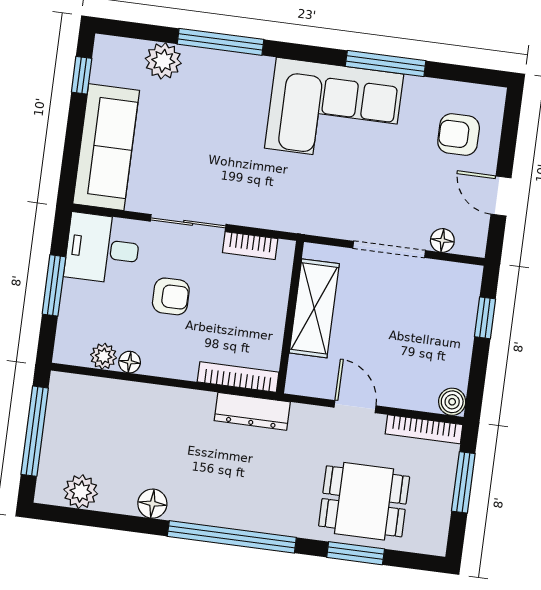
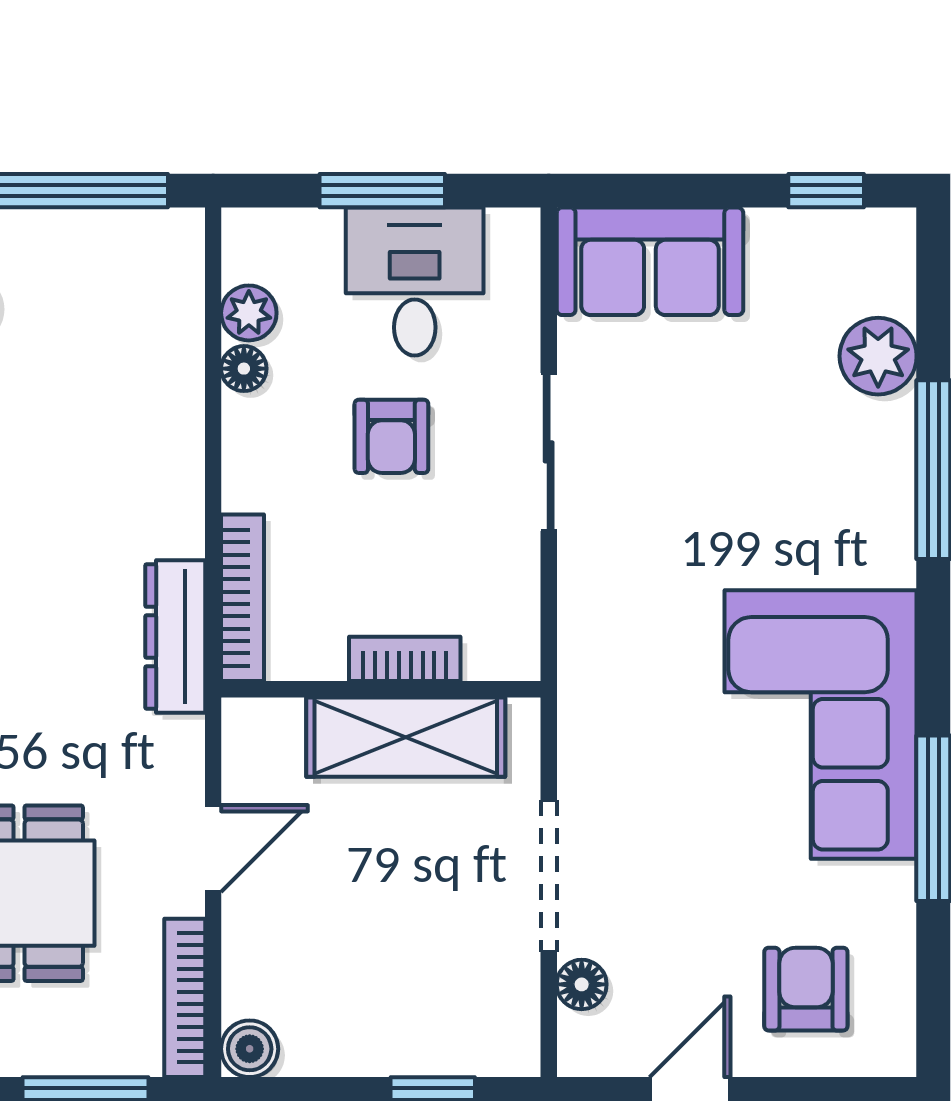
sofa: (106, 147) -> (650, 261), width x0.73
bookcase: (250, 246) -> (405, 659), moved, turned 90
desk: (103, 249) -> (415, 282), moved

